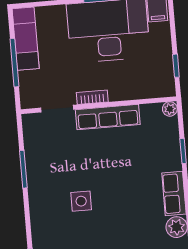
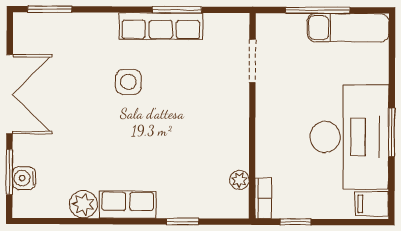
bookcase: (92, 97) -> (263, 198), moved
plant: (170, 109) -> (239, 180), moved
row of seats: (108, 117) -> (161, 26), moved, turned -90

